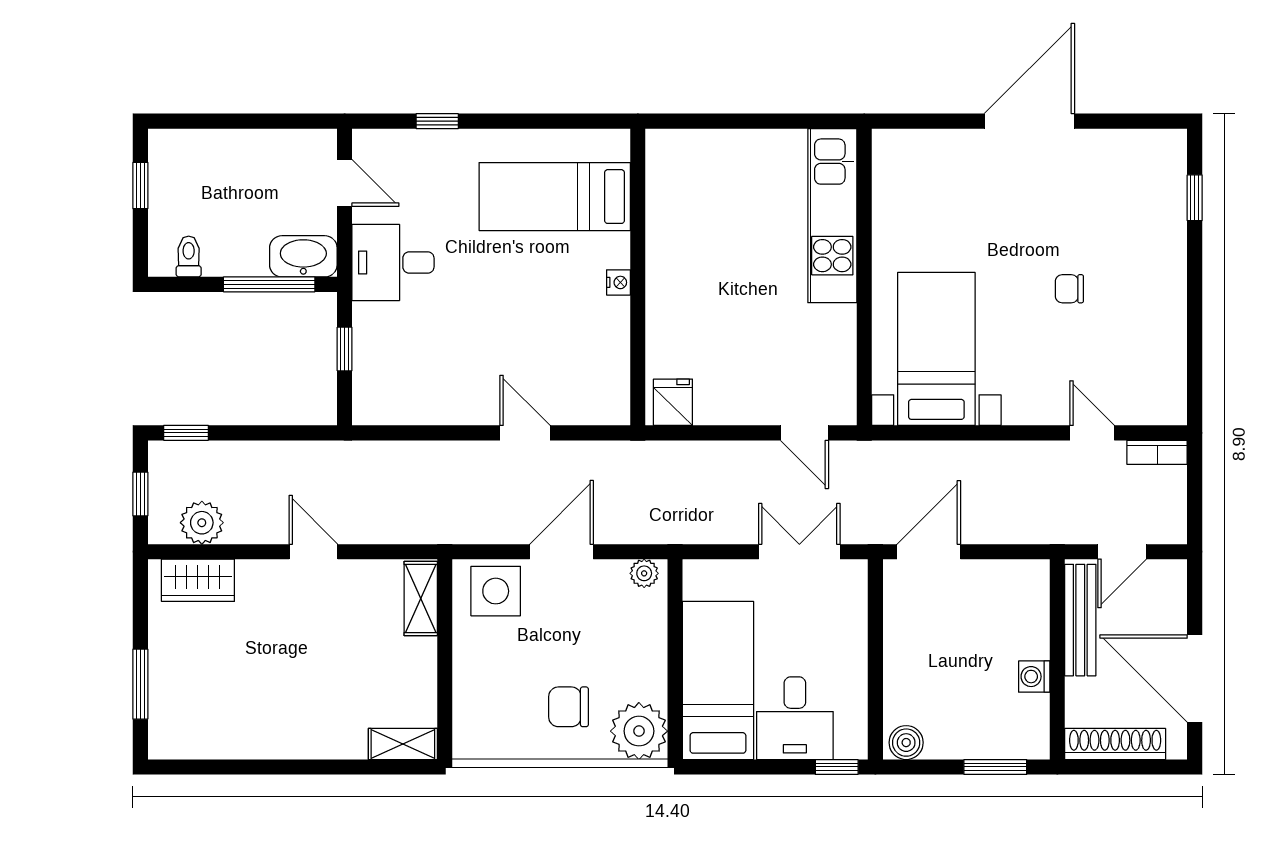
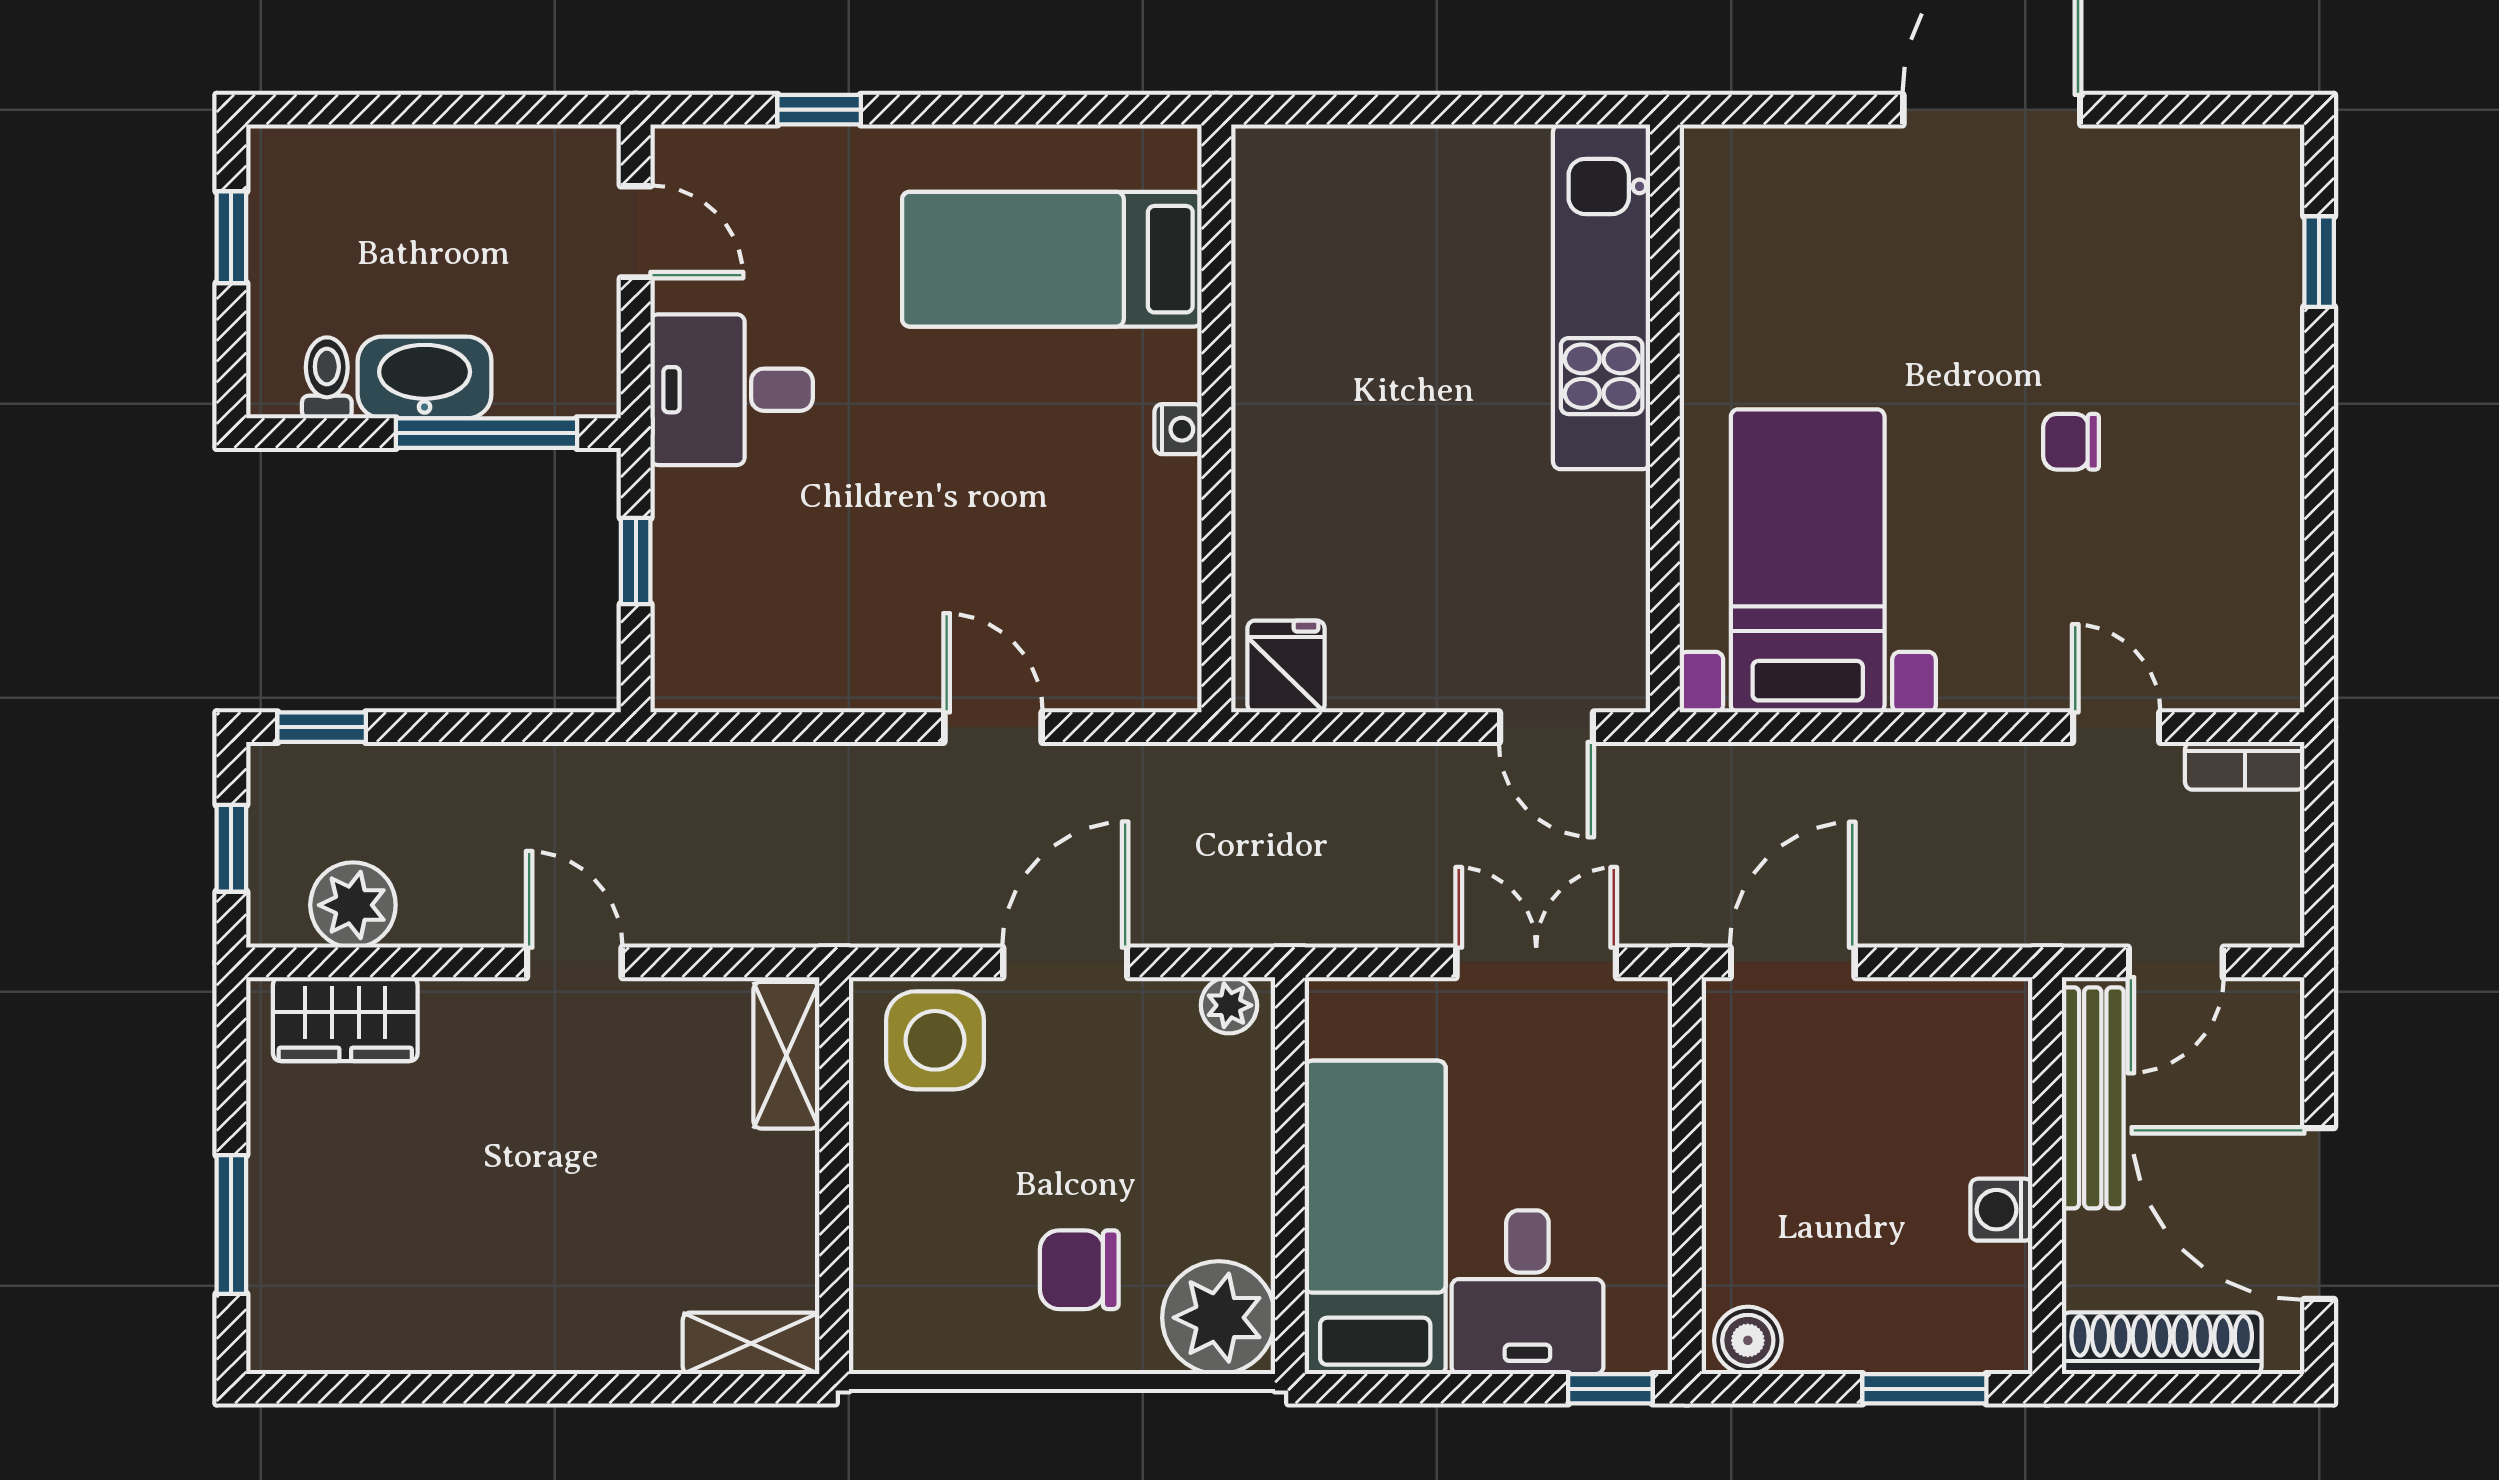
washbasin: (303, 256) -> (425, 378), moved

